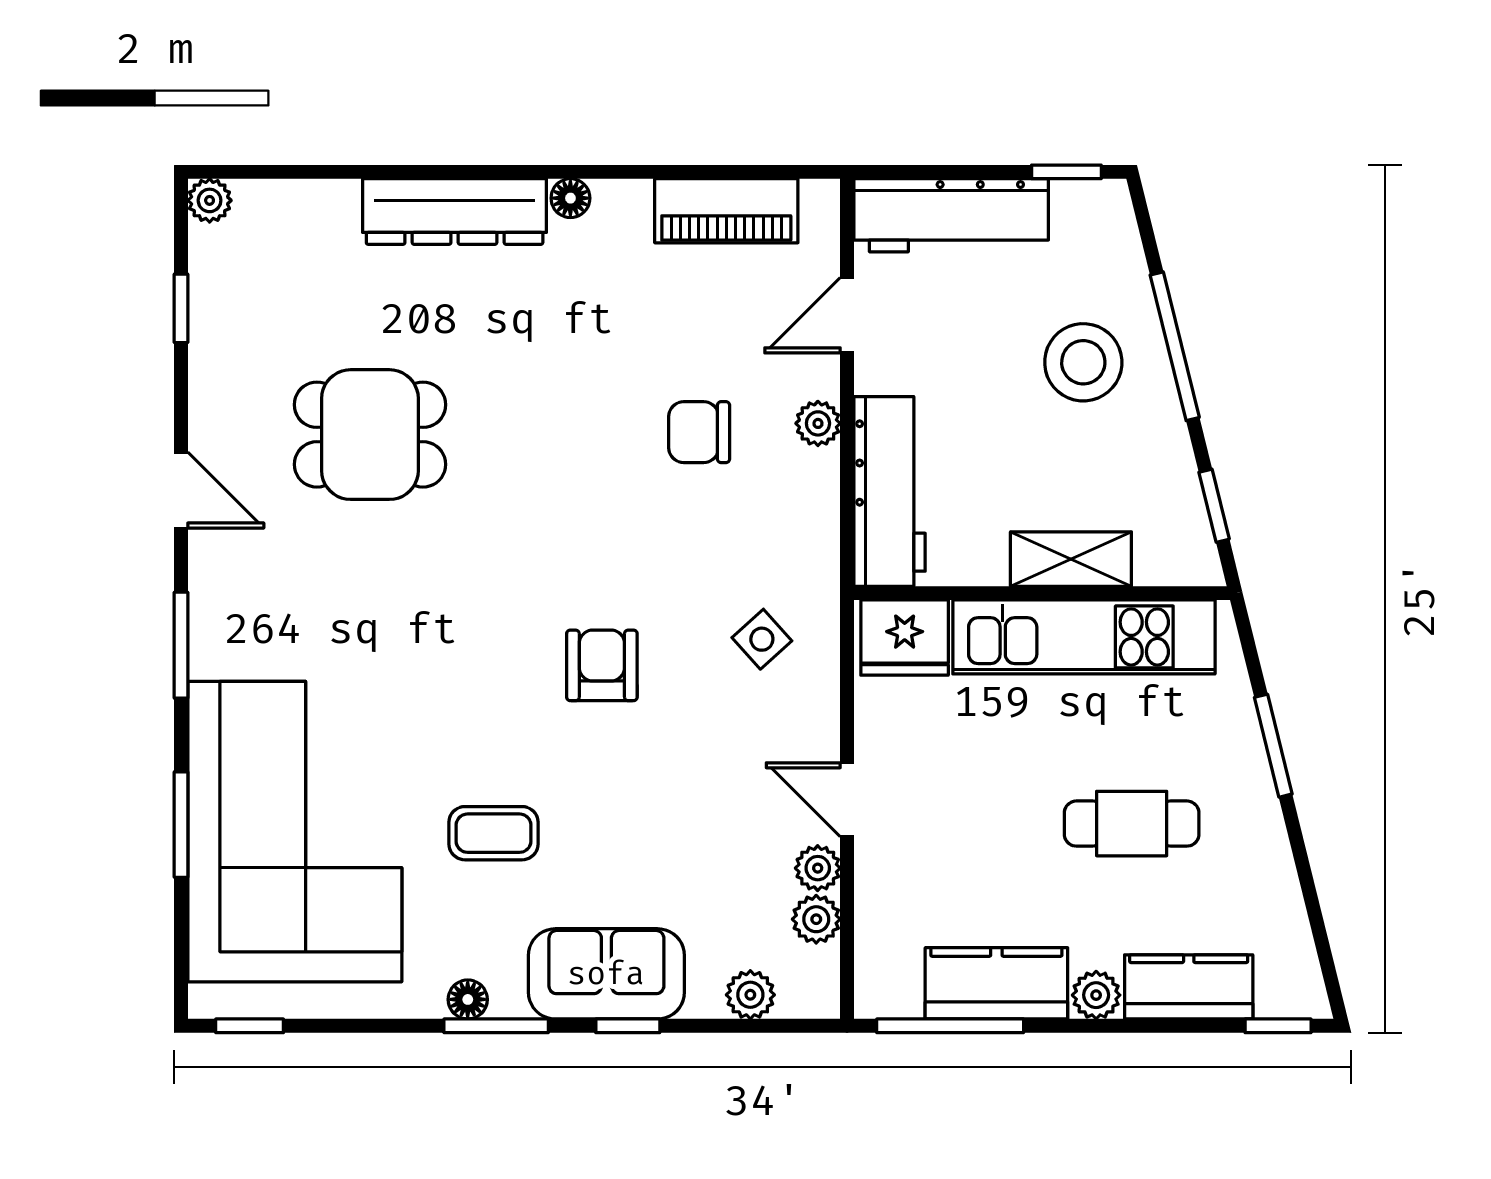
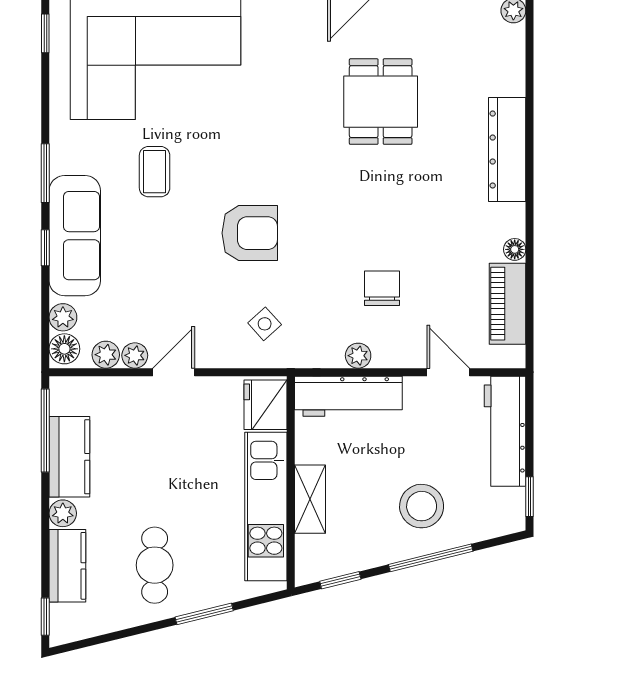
floor lamp: (570, 198) -> (515, 249), moved
plant: (818, 423) -> (358, 356), moved
armchair: (602, 665) -> (250, 233), width x1.38, depth x1.38
cafe table: (1132, 824) -> (155, 565), moved
sofa: (606, 974) -> (75, 236), width x1.36
floor lamp: (468, 999) -> (64, 349), moved, width x1.37, depth x1.37

